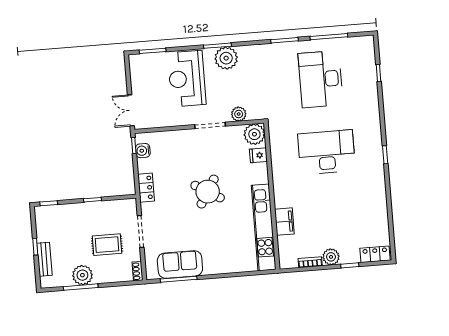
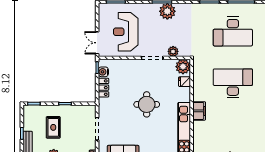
reception desk: (187, 79) -> (126, 32), moved
desk: (321, 79) -> (233, 31), turned -90
locker: (146, 188) -> (103, 88), moved
round table: (208, 192) -> (147, 104), turned -31
filing cabinet: (284, 222) -> (199, 111), moved
rug: (107, 245) -> (53, 127), moved, turned 90

